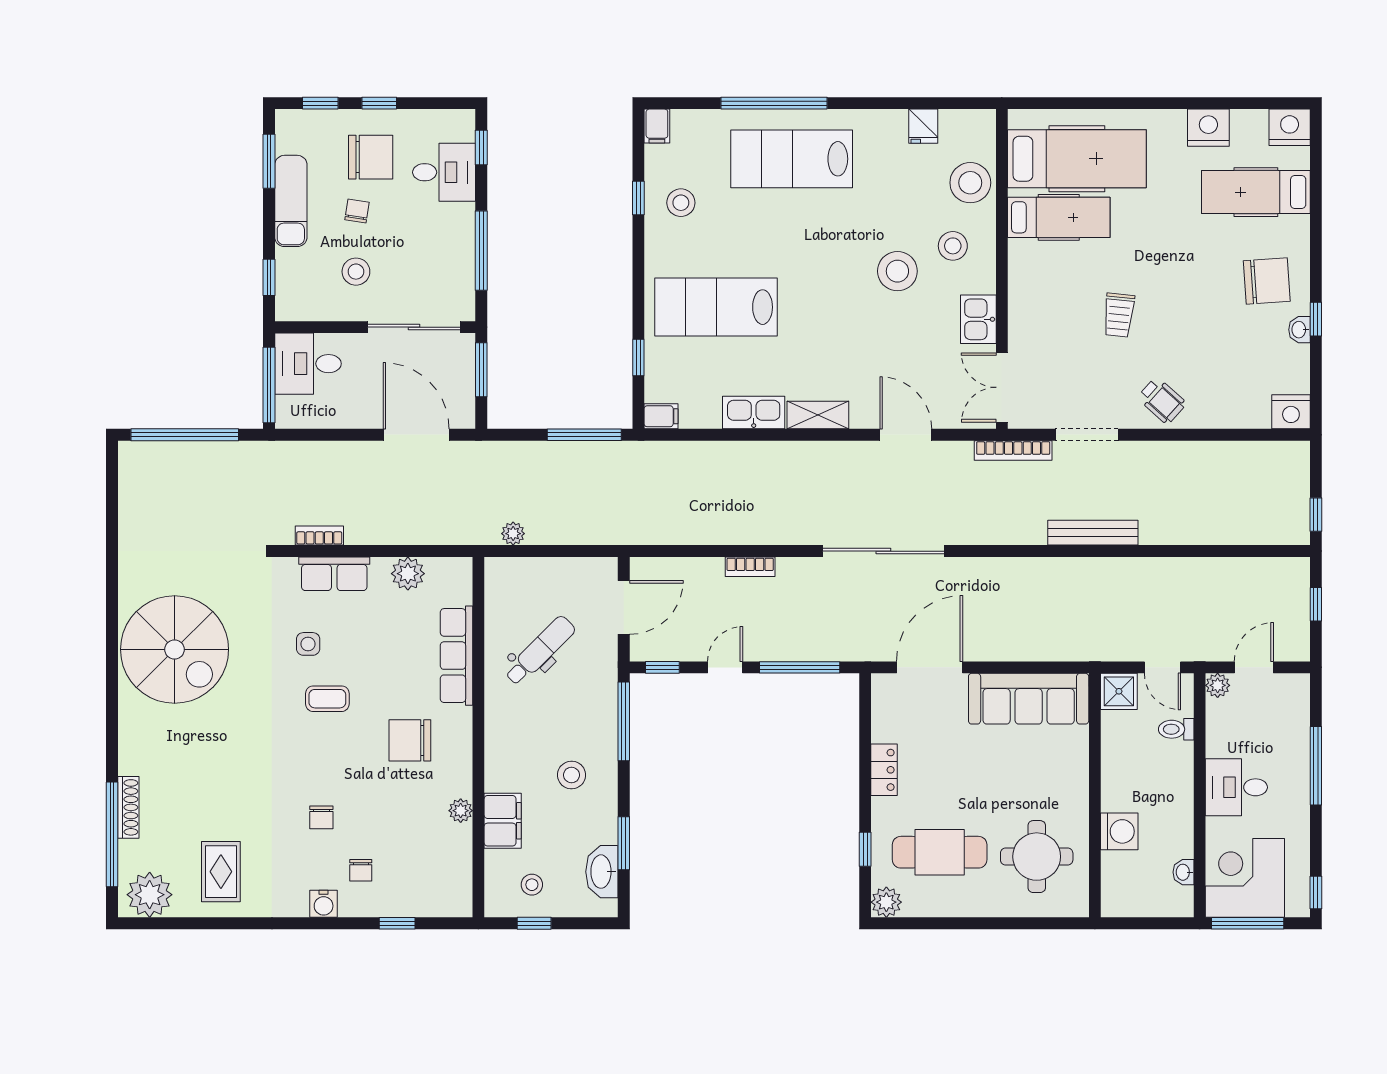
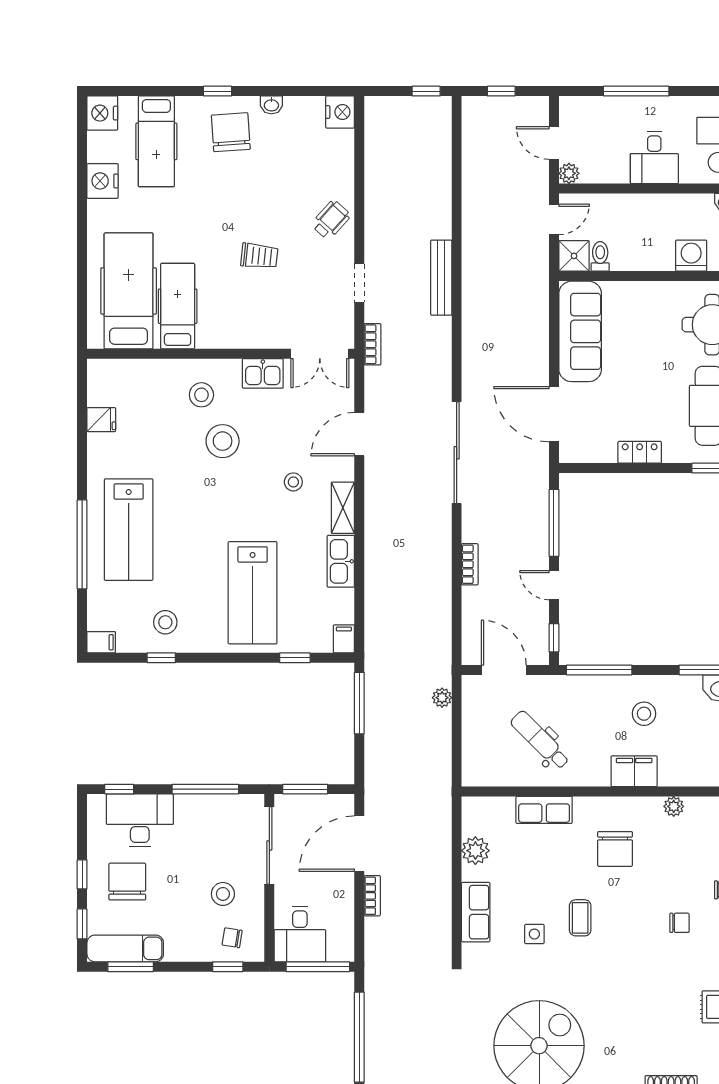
desk: (444, 172) -> (140, 820), width x1.37
stool: (970, 183) -> (293, 482), moved, width x0.53, depth x0.53
exam couch: (291, 201) -> (125, 948), moved
chair: (357, 211) -> (232, 938), moved
window: (1316, 319) -> (217, 91), moved
doorway: (1087, 435) -> (359, 283), width x0.73
bookcase: (1013, 450) -> (373, 344), width x0.64
plant: (513, 534) -> (442, 698), moved
bookcase: (319, 536) -> (372, 896), moved, turned 180
row of seats: (456, 656) -> (544, 810), width x0.68
toilet: (1176, 729) -> (600, 256), moved, turned 180
filing cabinet: (503, 821) -> (634, 771), moved

